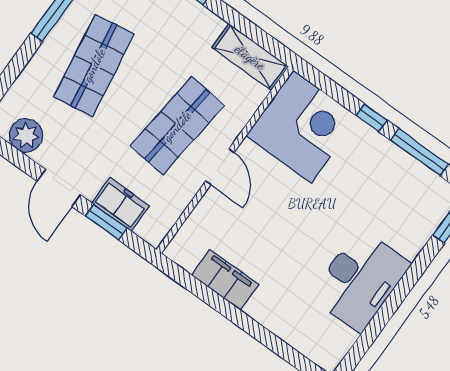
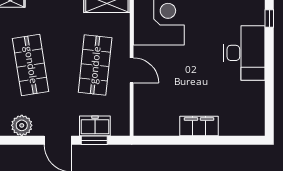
filing cabinet: (225, 280) -> (199, 126), moved
desk: (360, 280) -> (244, 53), moved

